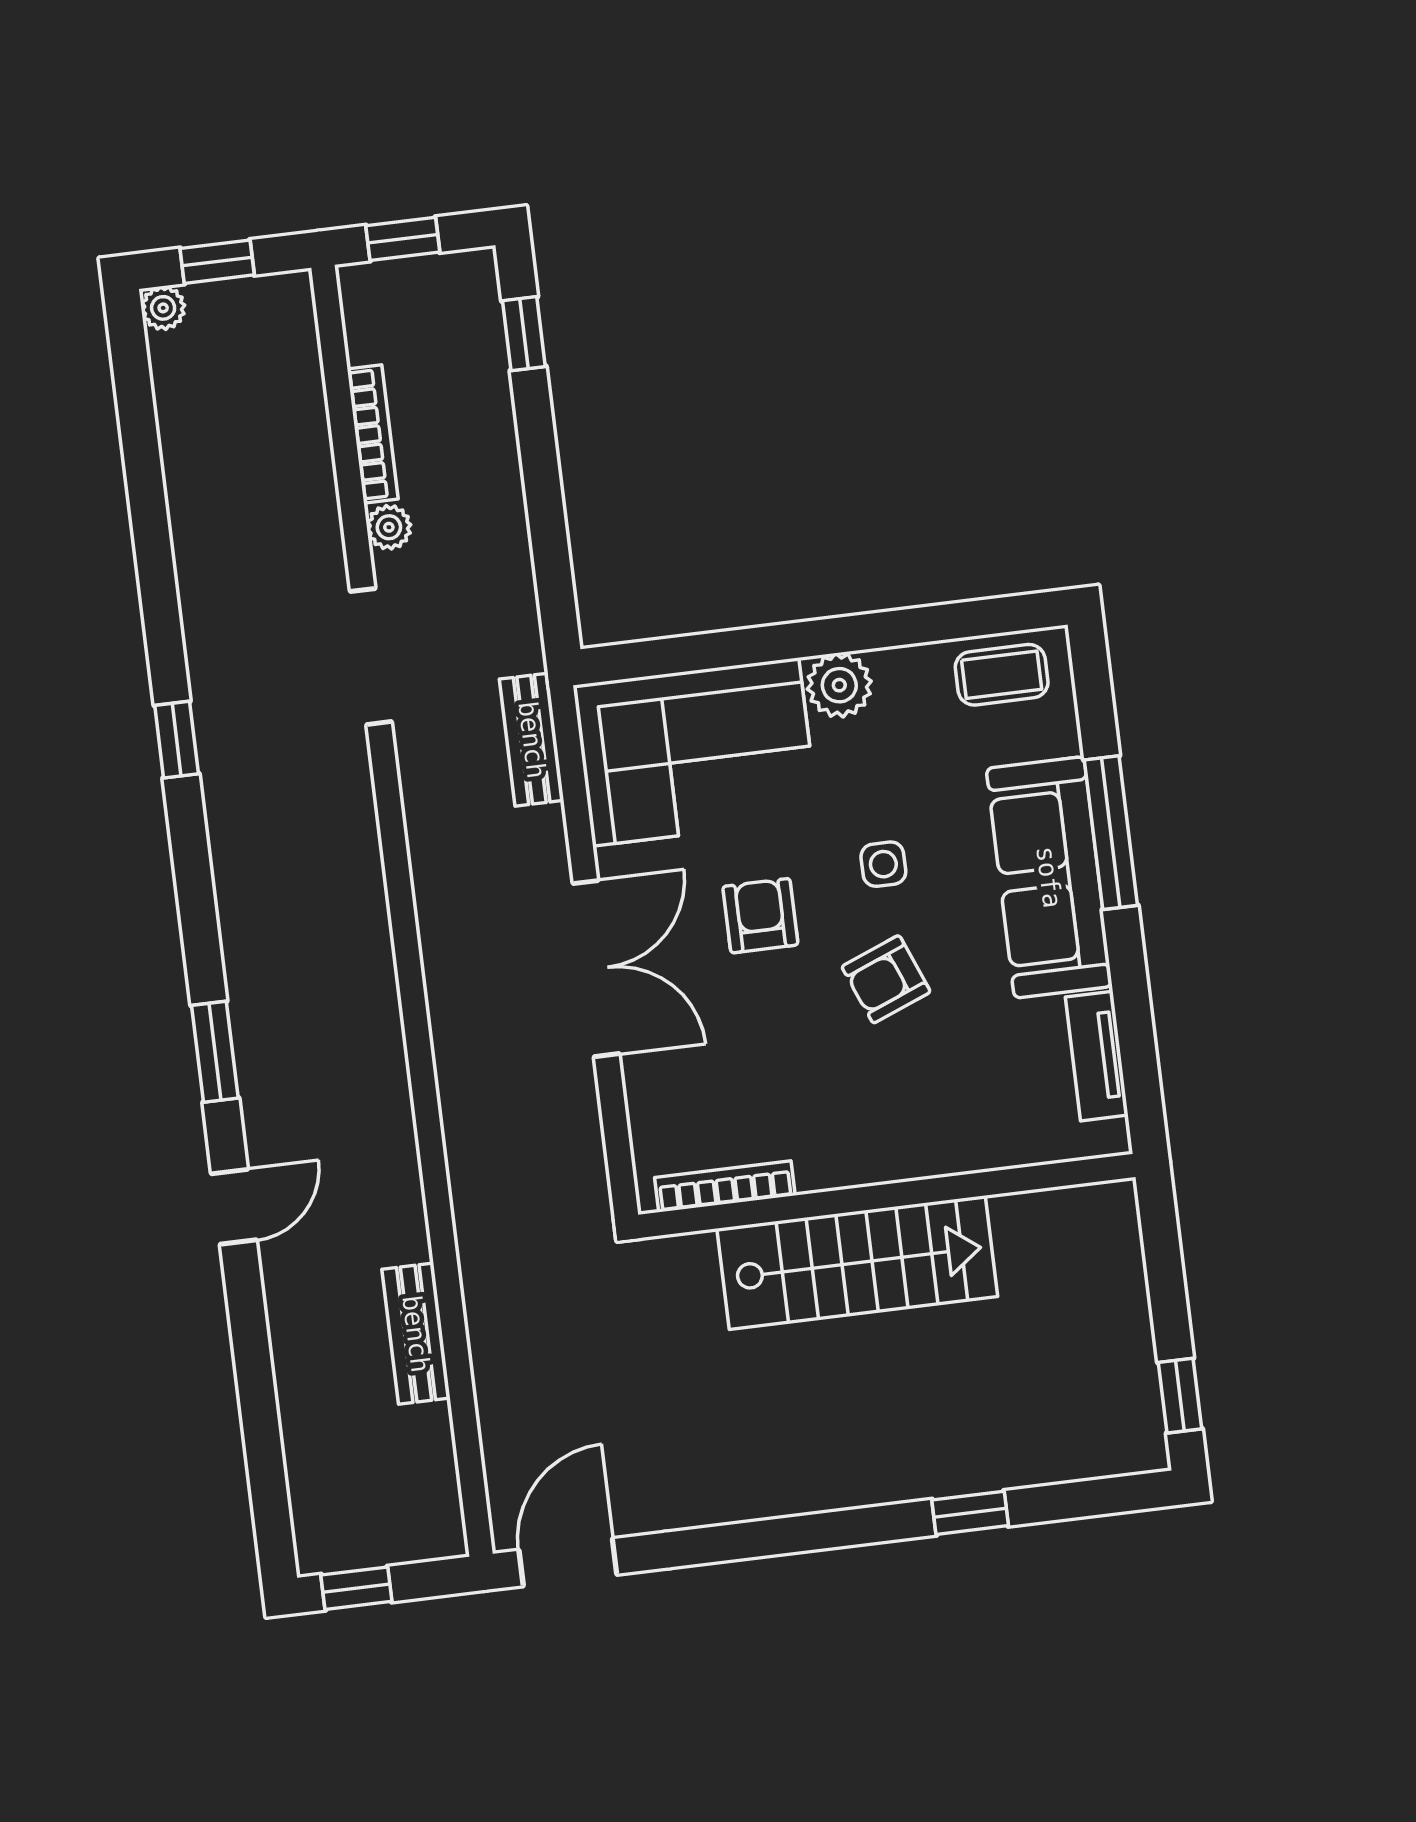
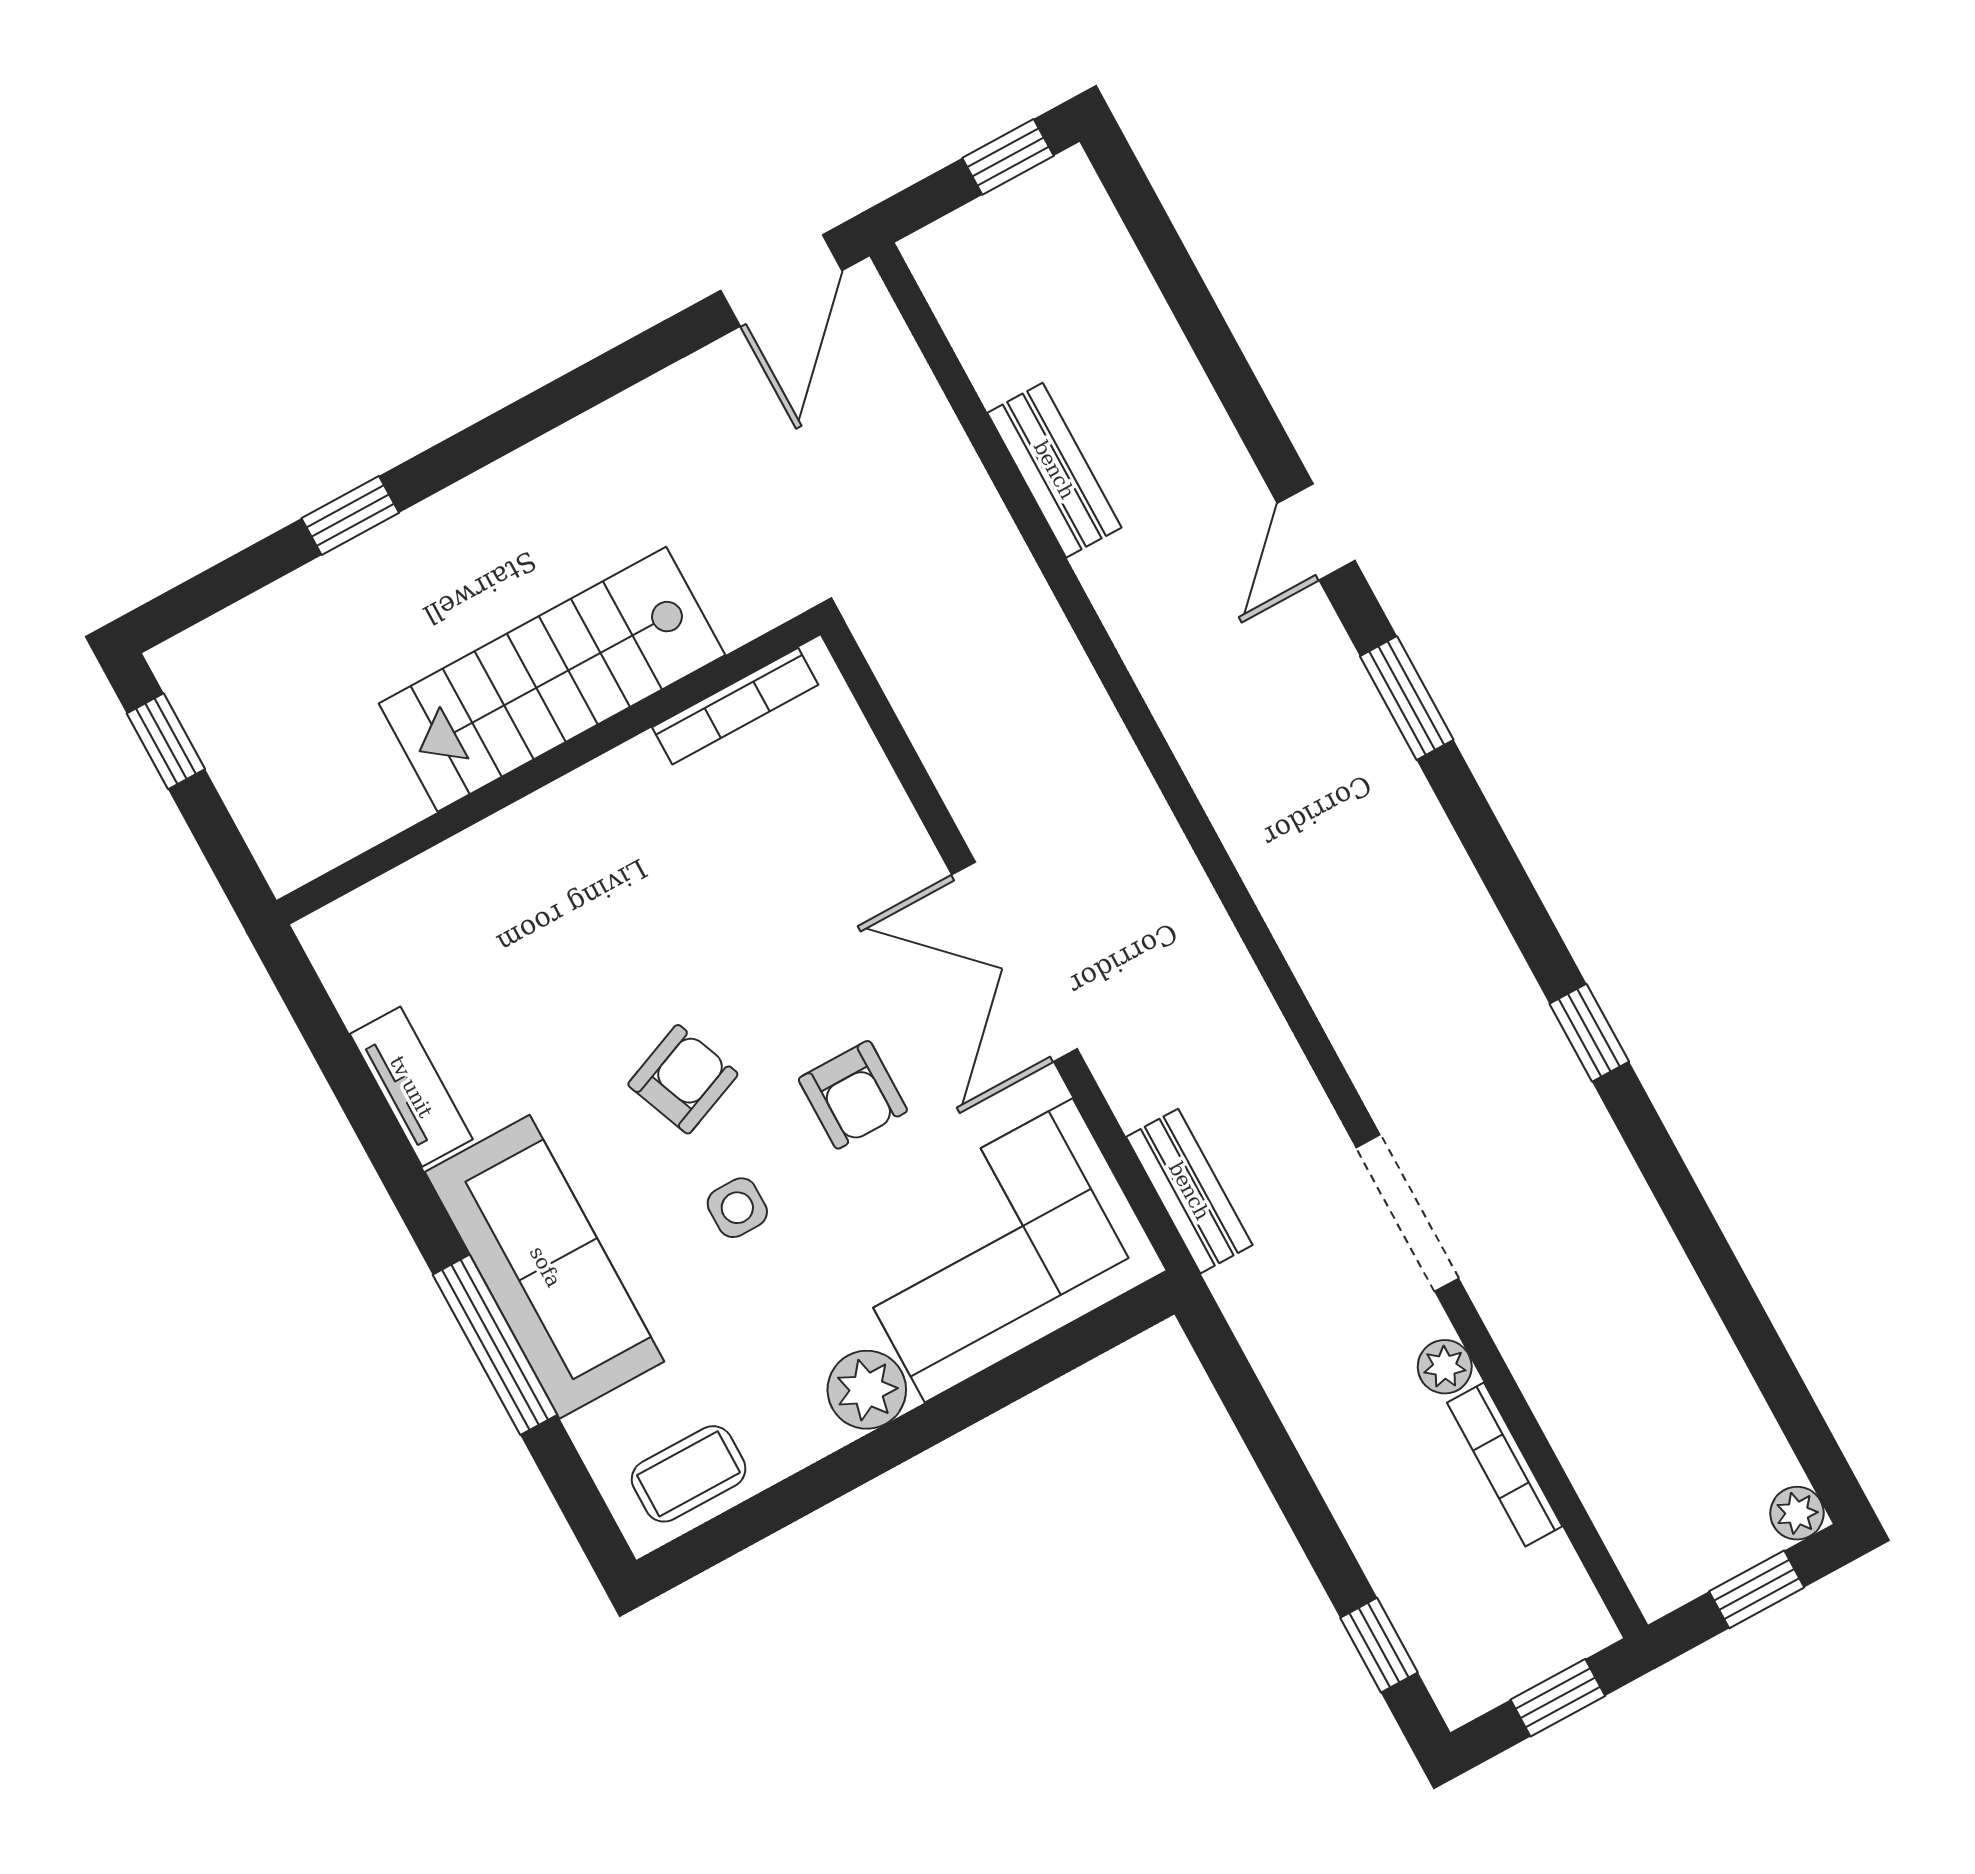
bookcase: (725, 1186) -> (735, 706), moved
wall: (887, 1196) -> (548, 768), moved
stairs: (857, 1263) -> (552, 679), moved

